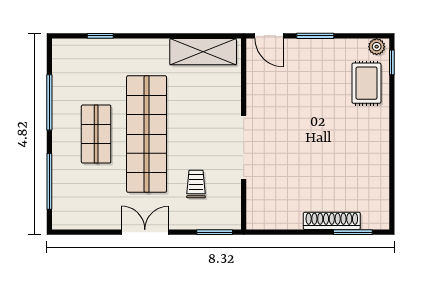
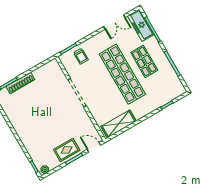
rug: (366, 83) -> (67, 150), moved, turned 90
trolley: (196, 184) -> (81, 56), moved
freezer: (66, 200) -> (141, 25), added
double door: (145, 232) -> (114, 22), moved

